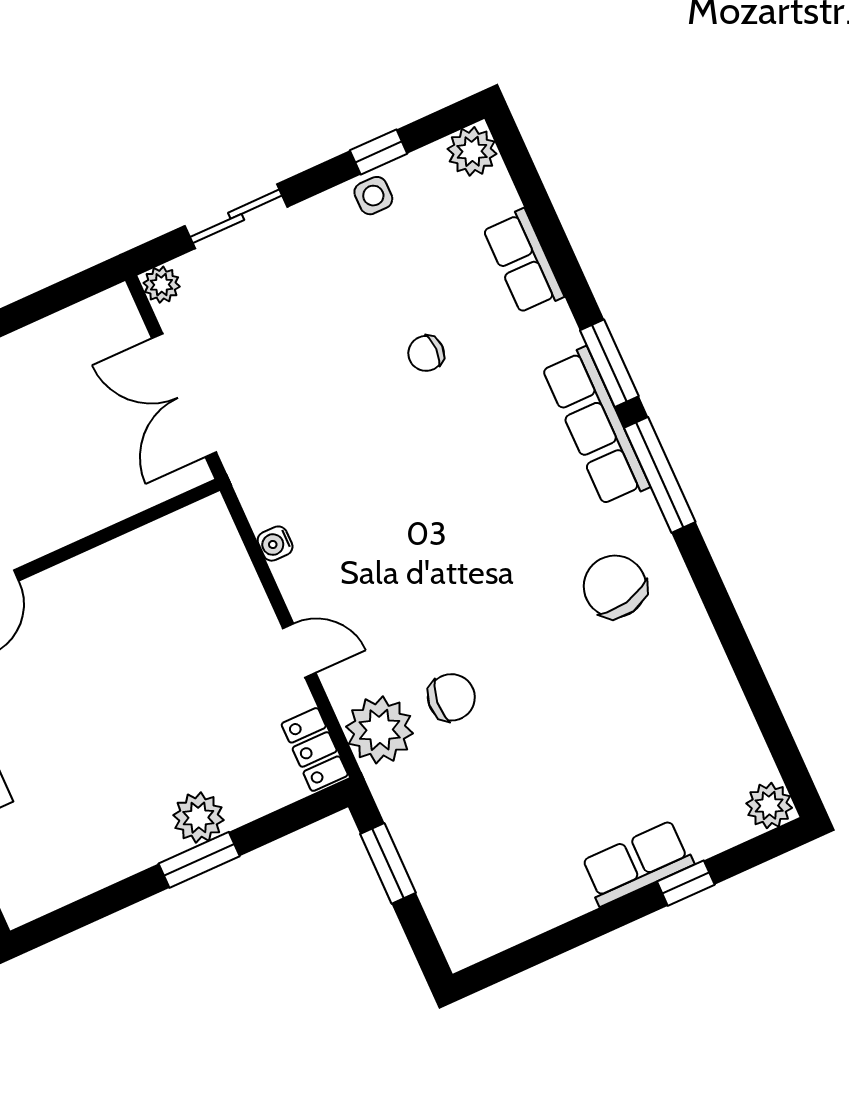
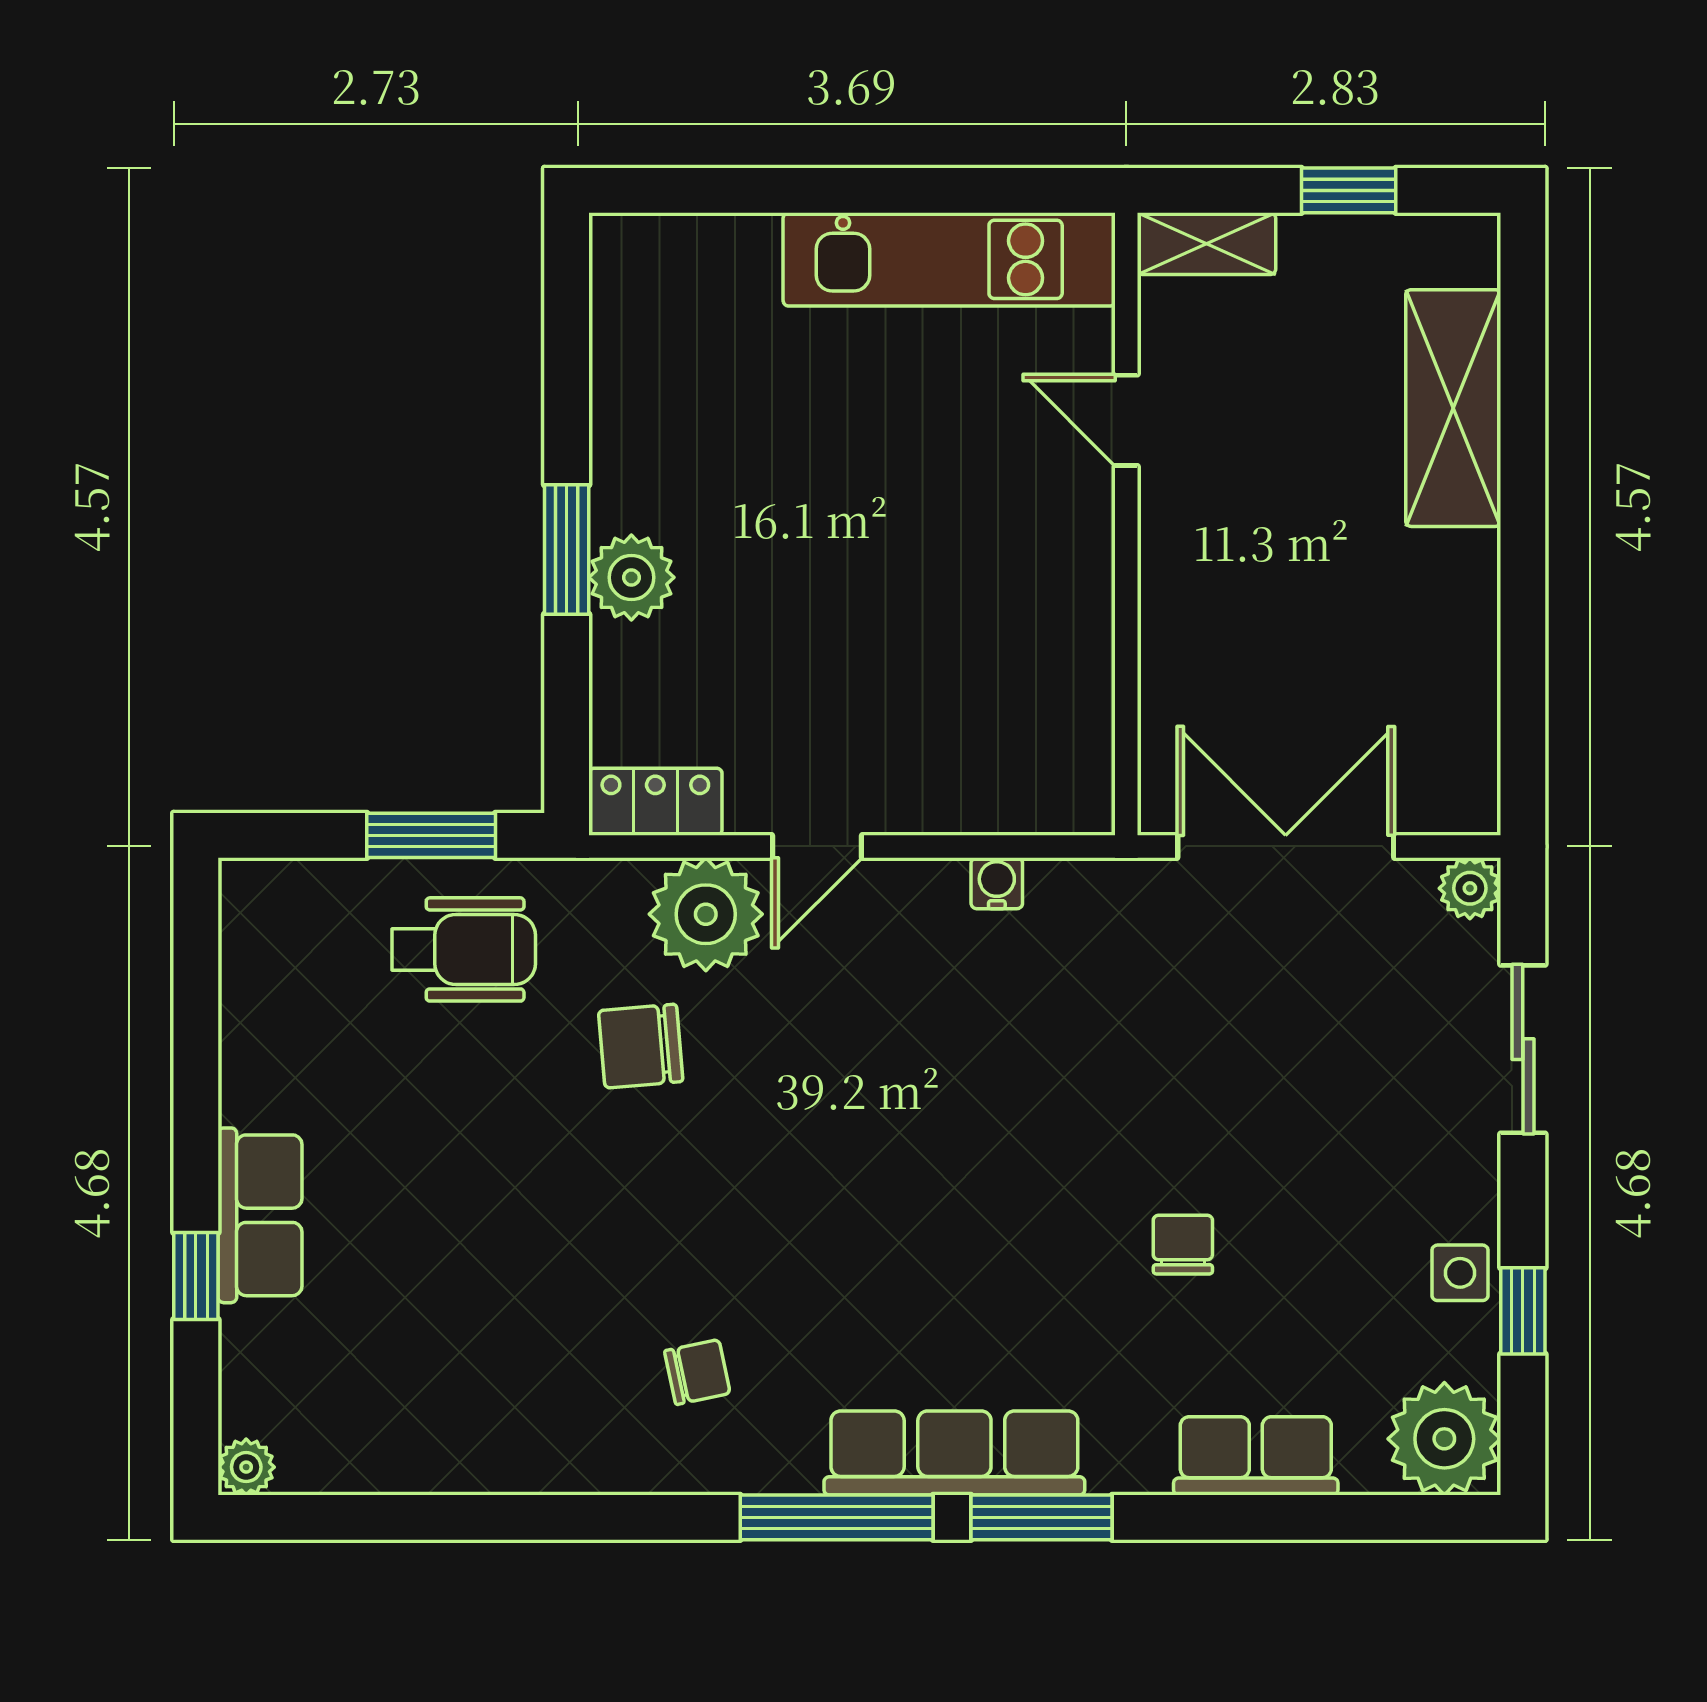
plant: (472, 151) -> (1444, 1439), width x1.36, depth x1.36
chair: (615, 586) -> (697, 1372), width x0.54, depth x0.54
chair: (451, 697) -> (641, 1046), turned 80
plant: (380, 730) -> (706, 914), moved
plant: (769, 806) -> (246, 1467), width x0.73, depth x0.73
wheelchair: (442, 818) -> (464, 949), added

